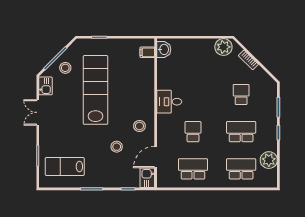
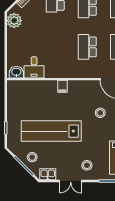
filing cabinet: (147, 52) -> (62, 86), moved
desk: (169, 102) -> (34, 67), moved
stool: (139, 126) -> (87, 165), moved
school desk: (193, 132) -> (87, 47), width x1.85

